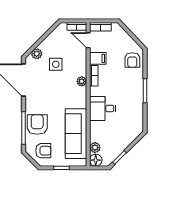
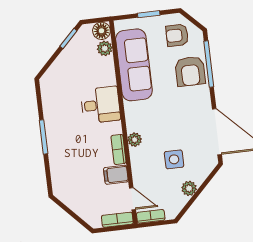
plant: (37, 54) -> (189, 188), moved
armchair: (132, 60) -> (67, 178), removed

